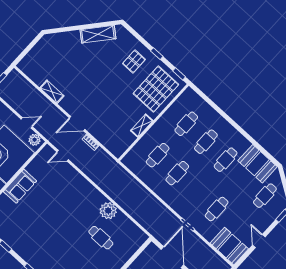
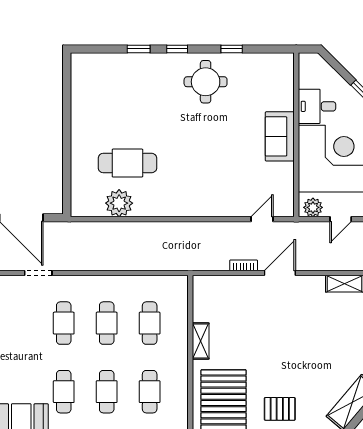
pallet: (134, 61) -> (280, 409), turned 90
cafe table: (217, 209) -> (64, 323), moved
plant: (108, 211) -> (119, 203), moved
cafe table: (101, 238) -> (127, 163), width x1.37, depth x1.35
round table: (31, 242) -> (206, 82), added

